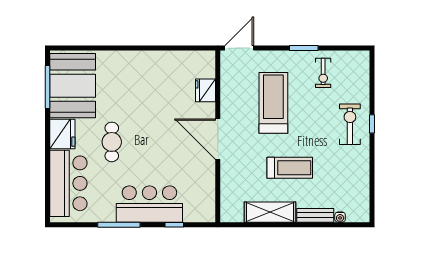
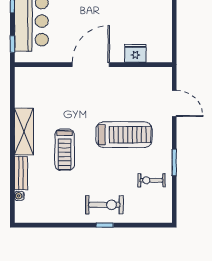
fridge: (205, 90) -> (135, 53), moved
wall: (218, 136) -> (93, 65), moved
door: (218, 139) -> (91, 65), moved

